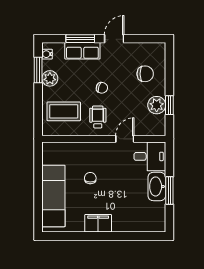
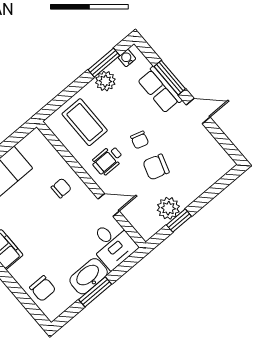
chair: (145, 74) -> (156, 167), moved, turned 108
wheelchair: (98, 117) -> (108, 160), turned 180
chair: (90, 178) -> (61, 188), moved
chair: (141, 220) -> (43, 289), added

